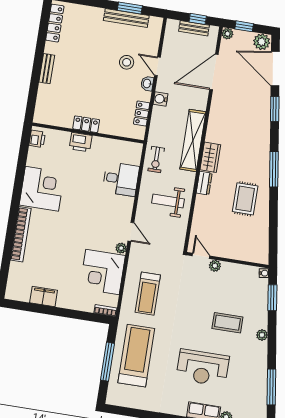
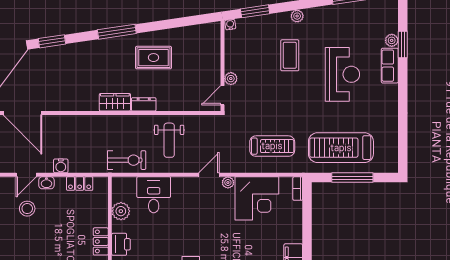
shelving: (193, 140) -> (100, 124), removed
plant: (111, 147) -> (121, 211), added
exercise bike: (156, 160) -> (127, 160), width x1.38, depth x1.39

